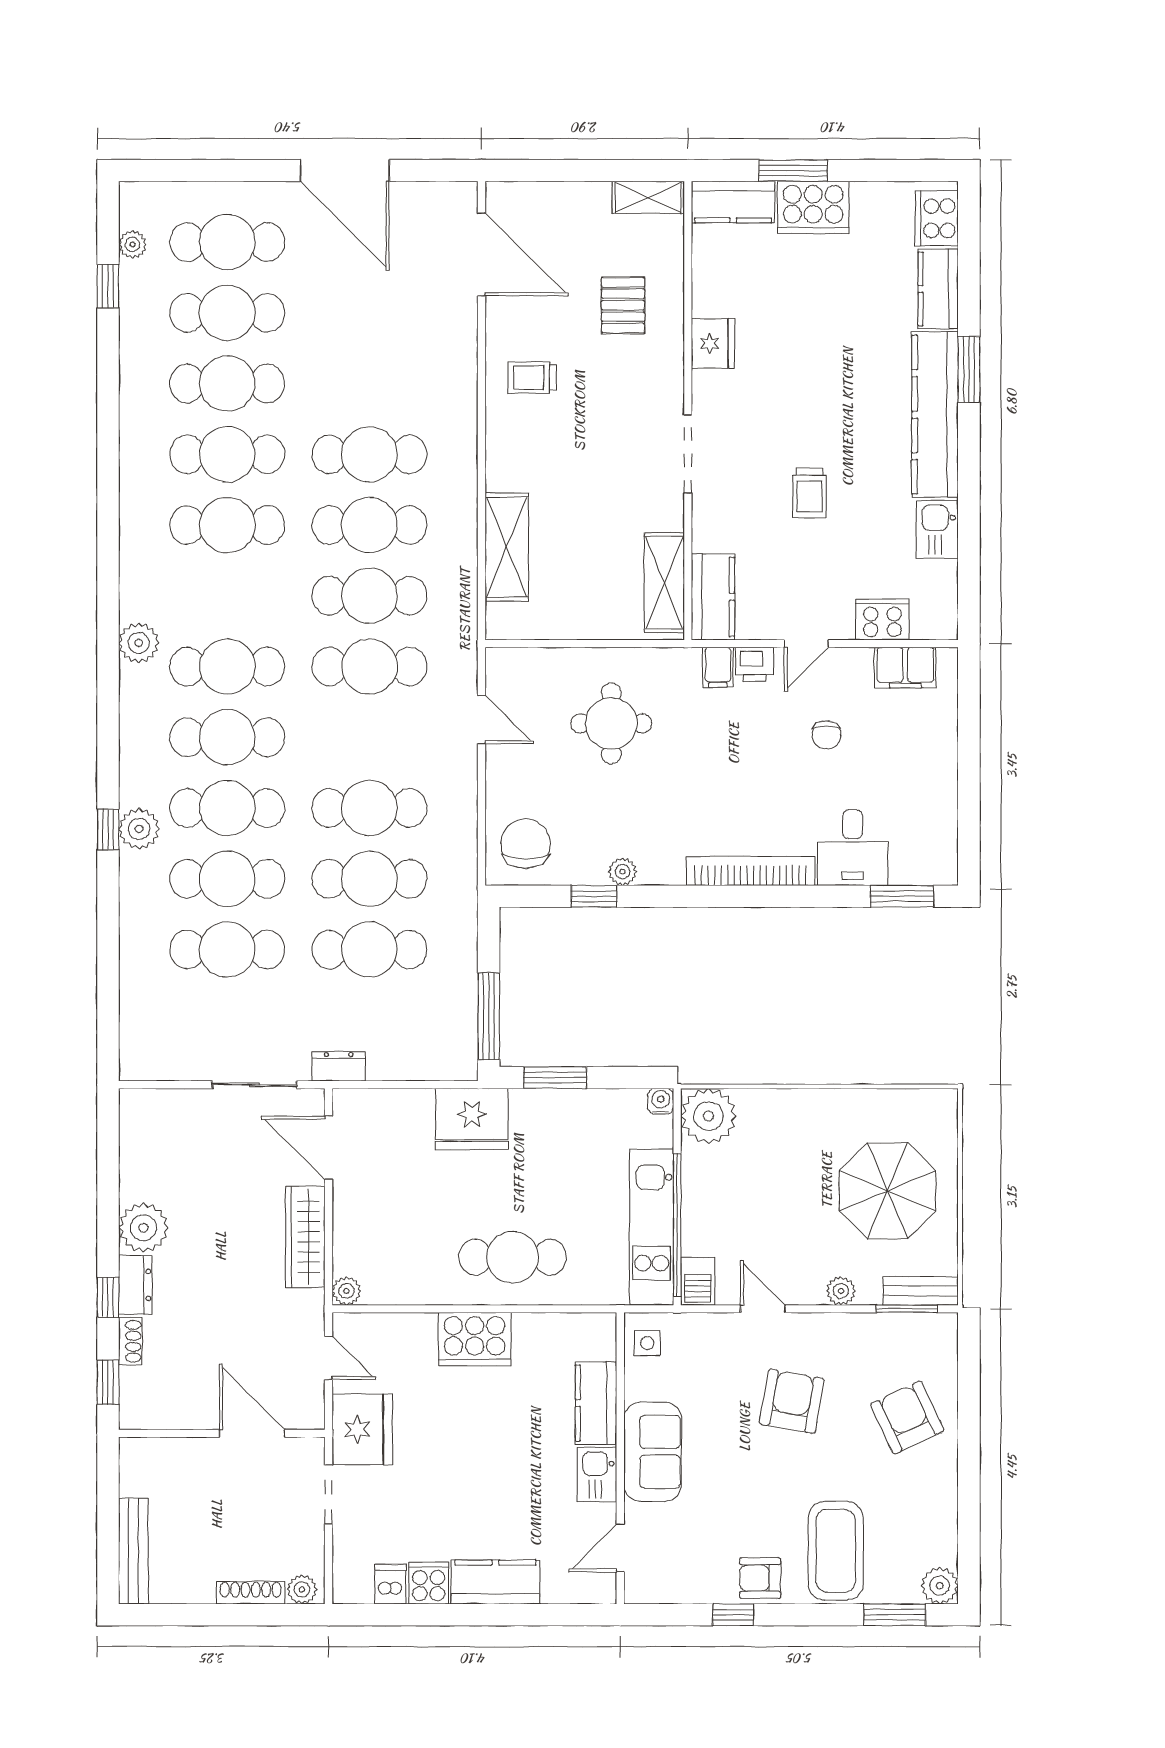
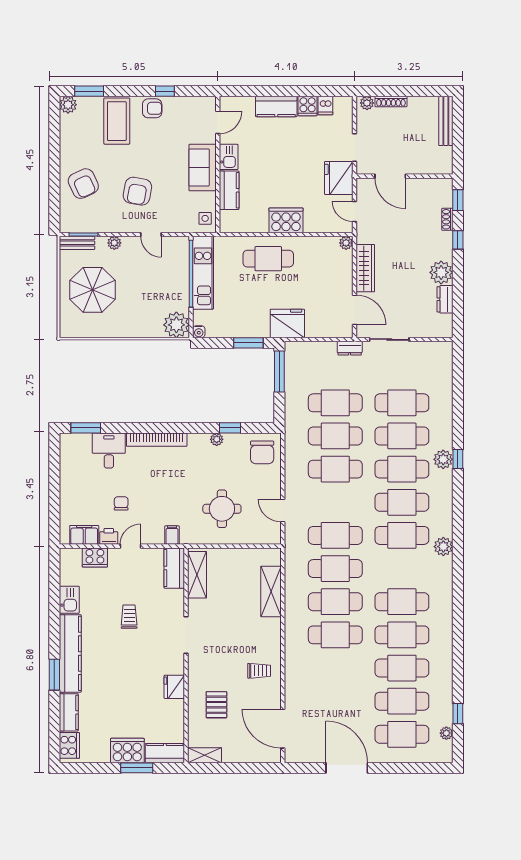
printer: (755, 664) -> (109, 536), moved
barbecue: (698, 1281) -> (181, 247), removed
dresser: (135, 1285) -> (445, 299), moved

